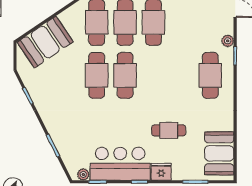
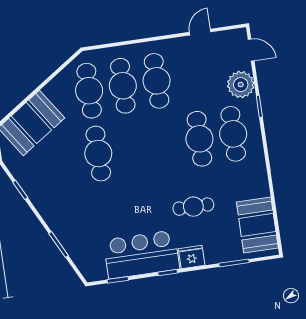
plant: (228, 41) -> (241, 85), width x1.87, depth x1.87
cafe table: (125, 75) -> (199, 139), moved
plant: (83, 174) -> (99, 274), removed

